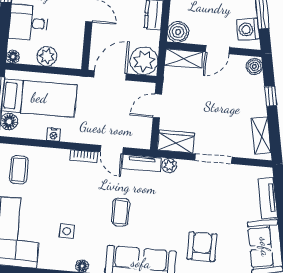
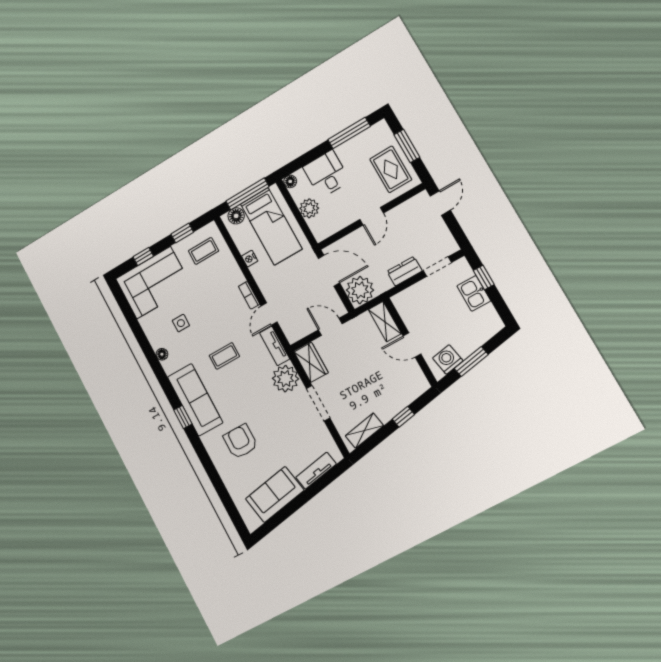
boiler: (178, 32) -> (404, 302), removed
boiler: (254, 66) -> (419, 386), removed
plant: (169, 166) -> (285, 379), width x1.88, depth x1.88
armchair: (202, 247) -> (240, 442), turned -90

